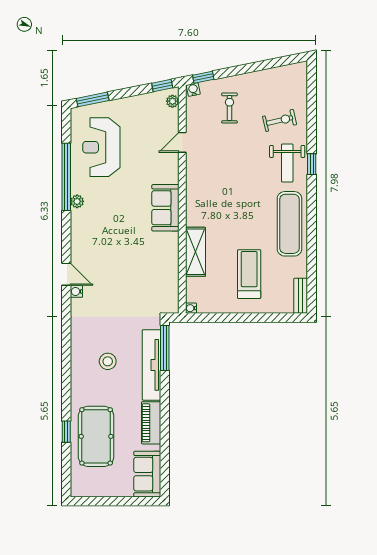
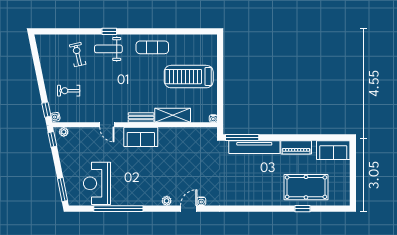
door: (182, 142) -> (107, 125), moved
reception desk: (101, 147) -> (97, 183), turned 90
weight bench: (287, 163) -> (108, 49), turned 180
plant: (77, 201) -> (167, 201), moved
exercise mat: (289, 224) -> (152, 47), width x0.73, depth x0.69
treadmill: (249, 274) -> (189, 77), width x1.37, depth x1.38
bench: (301, 296) -> (141, 118), moved
stool: (108, 361) -> (252, 179), removed

